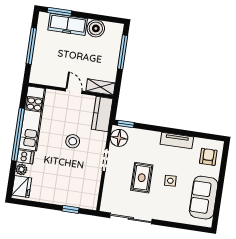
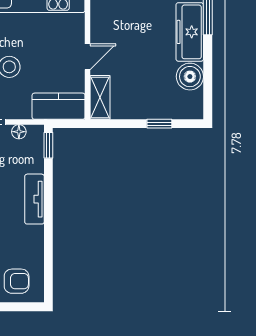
window: (123, 52) -> (159, 124), width x0.46
floor lamp: (119, 138) -> (19, 132), width x0.53, depth x0.53
tv unit: (177, 141) -> (34, 199), moved

